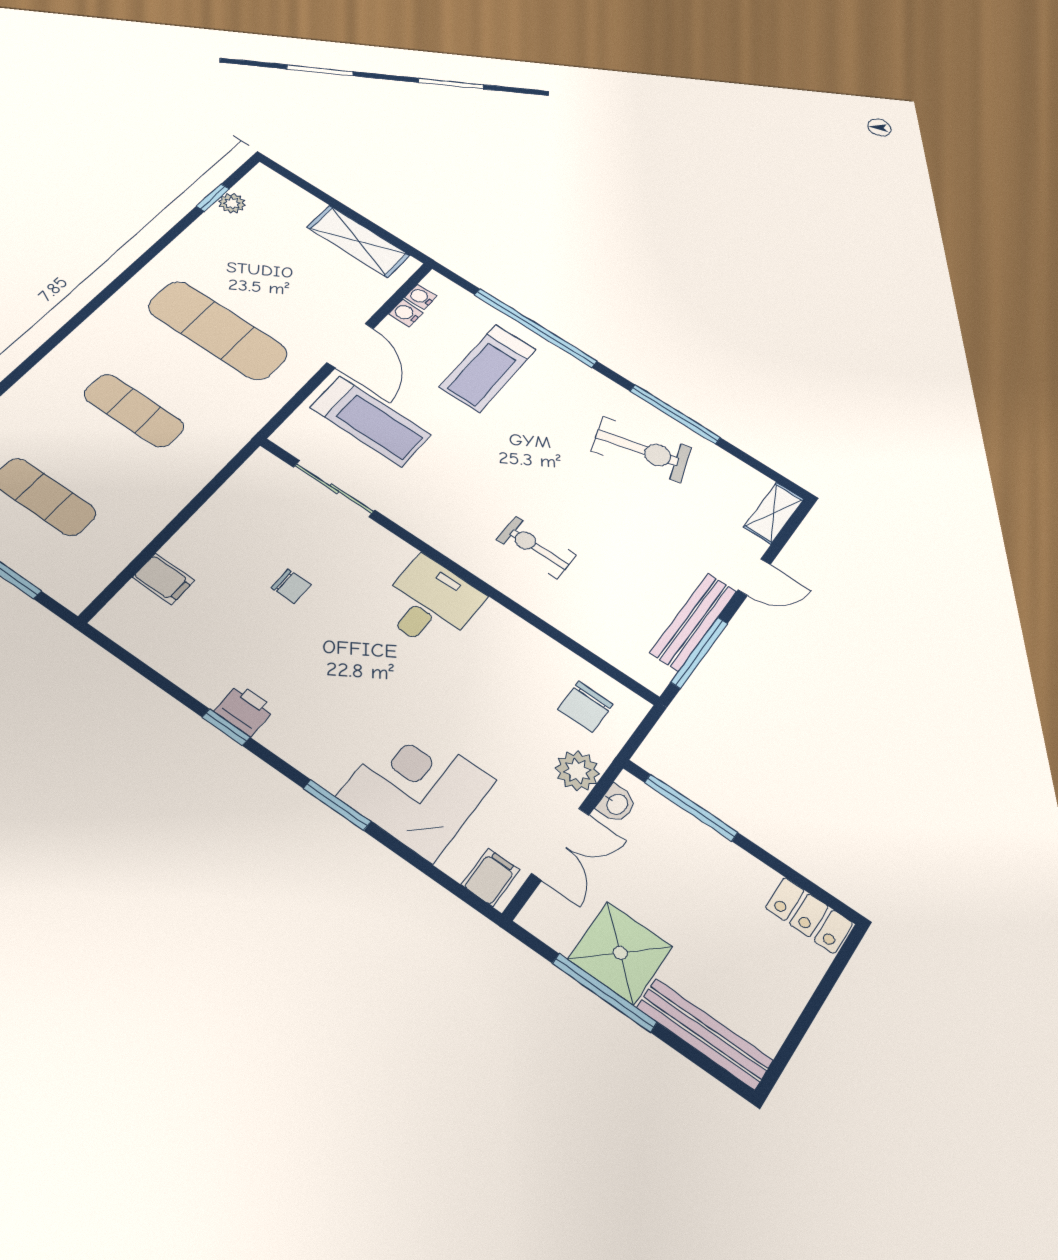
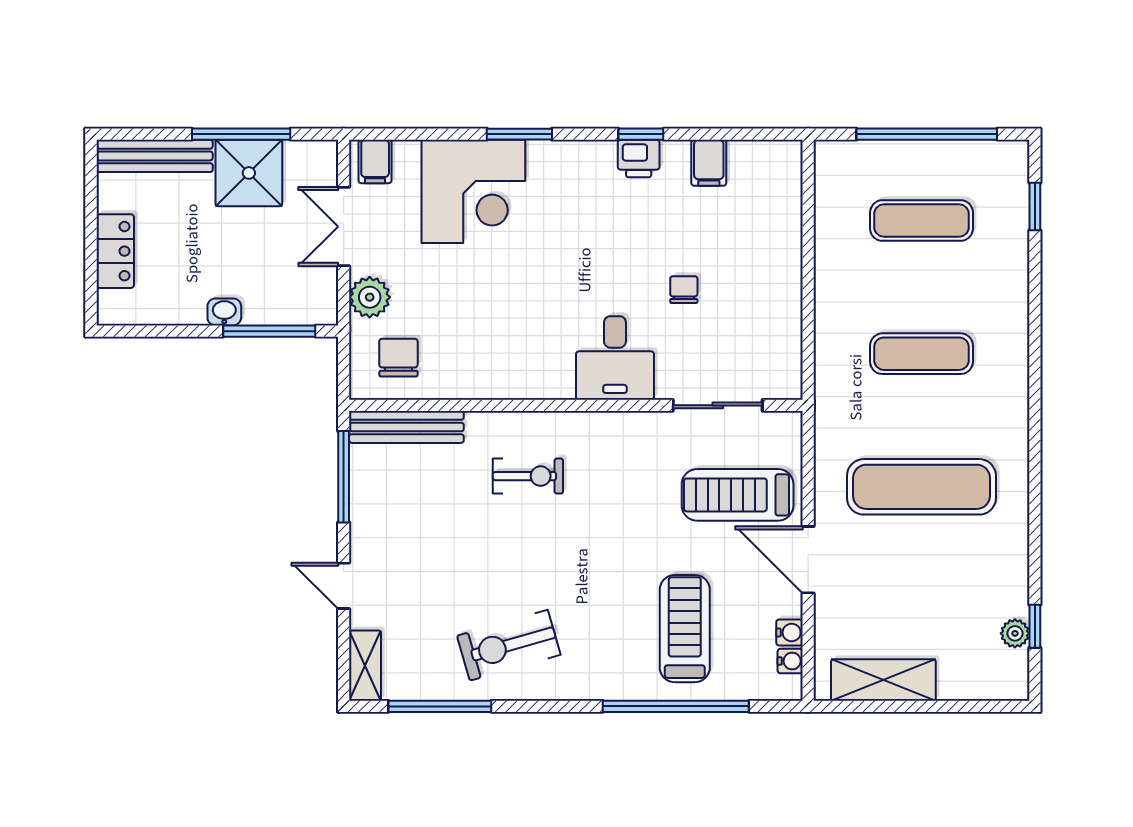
window: (675, 414) -> (440, 706), moved
door: (754, 577) -> (344, 586), hinge flipped
filing cabinet: (163, 579) -> (709, 163), moved, turned -90
chair: (291, 586) -> (684, 290), turned 90
desk: (430, 603) -> (615, 358), moved
bench: (693, 622) -> (406, 427), moved, turned 90
washbasin: (616, 804) -> (224, 312), moved, turned 90
locker: (809, 915) -> (115, 251), moved, turned 90

